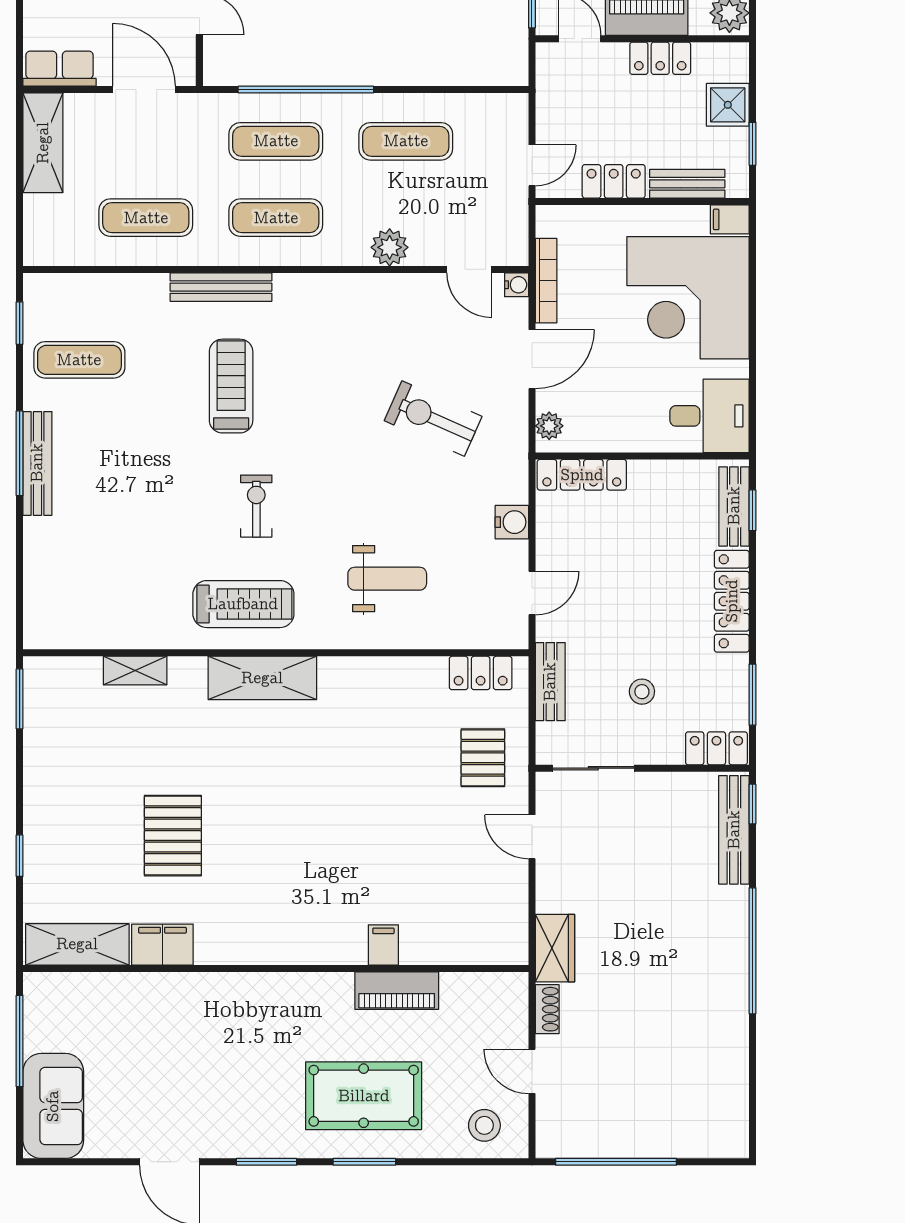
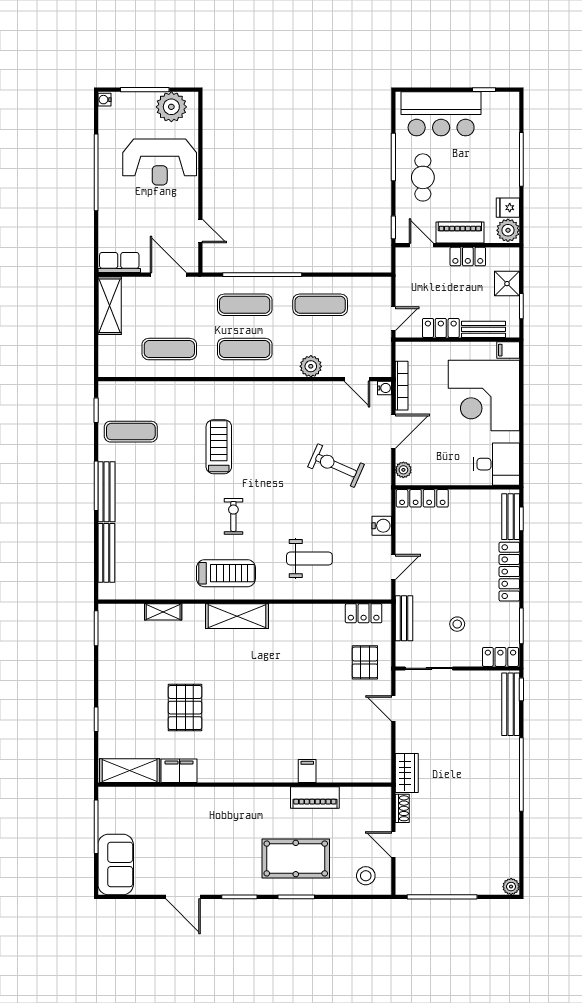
bench: (221, 287) -> (106, 553), moved, turned 90
plant: (735, 1144) -> (511, 887), added

